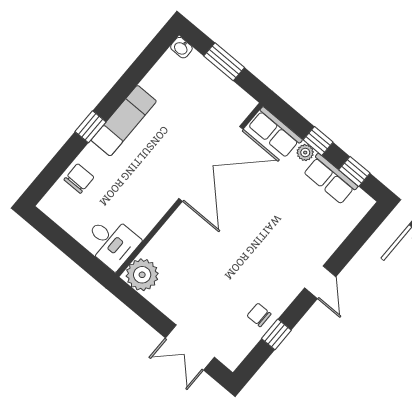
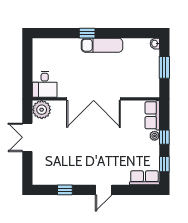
double door: (211, 164) -> (94, 99), moved
chair: (79, 178) -> (60, 47), removed
row of seats: (330, 179) -> (144, 178), moved, turned 90
chair: (259, 315) -> (67, 175), removed
double door: (190, 348) -> (27, 137), moved

